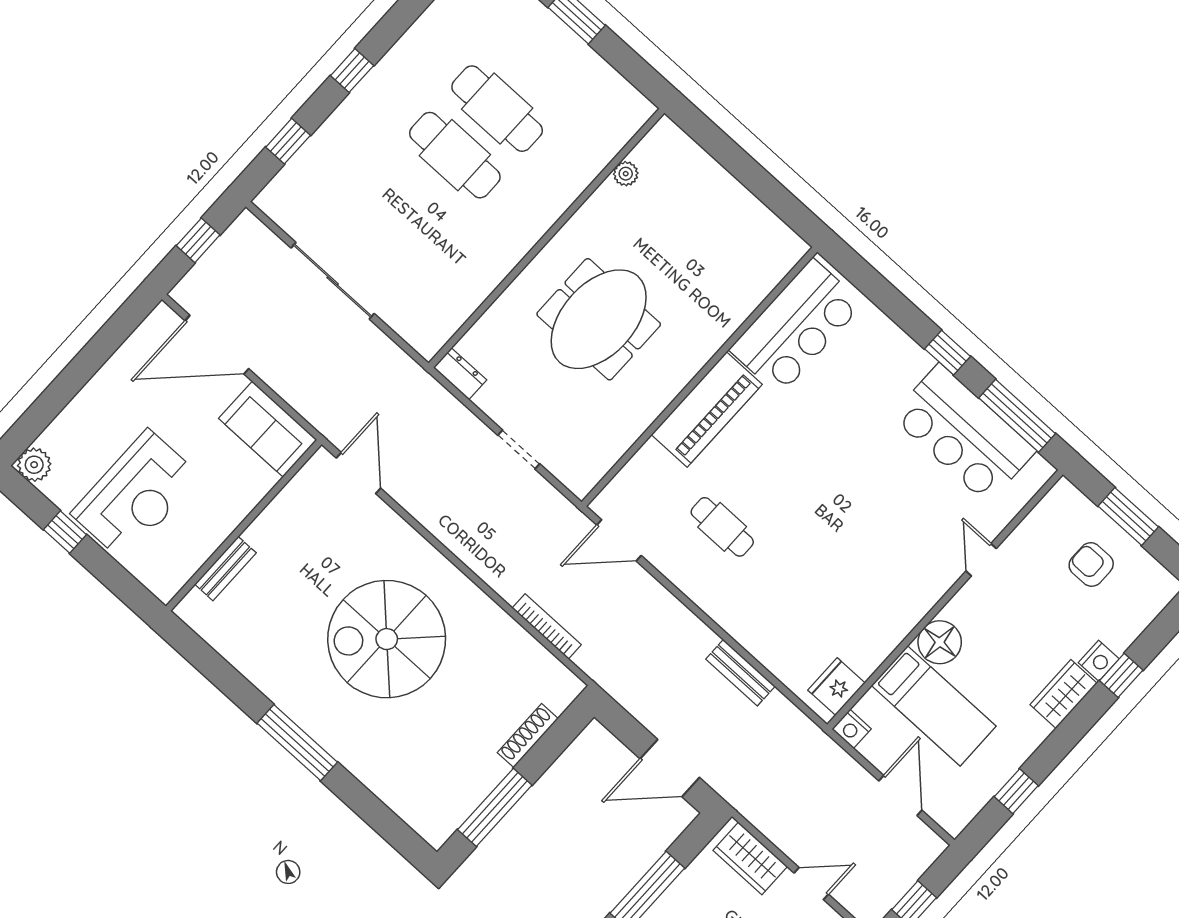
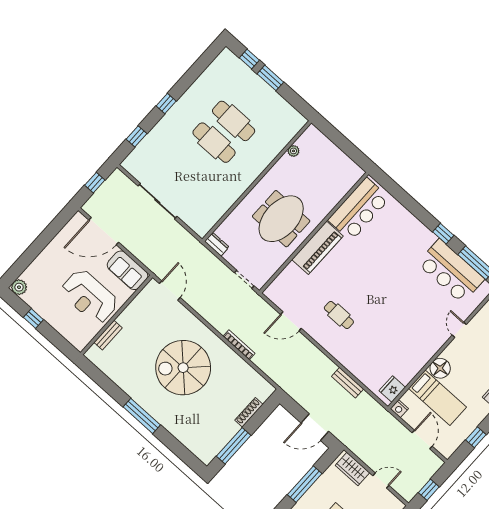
bar counter: (796, 327) -> (359, 209), moved
wall: (699, 377) -> (314, 233), moved
piano: (707, 409) -> (317, 248), moved
reception desk: (136, 495) -> (89, 297), moved, turned 90
bookcase: (547, 626) -> (239, 345), moved

